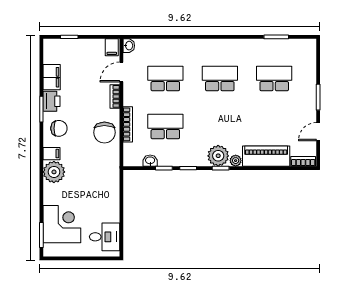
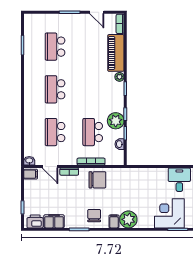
printer: (51, 101) -> (35, 221), moved
plant: (218, 156) -> (116, 121), moved

